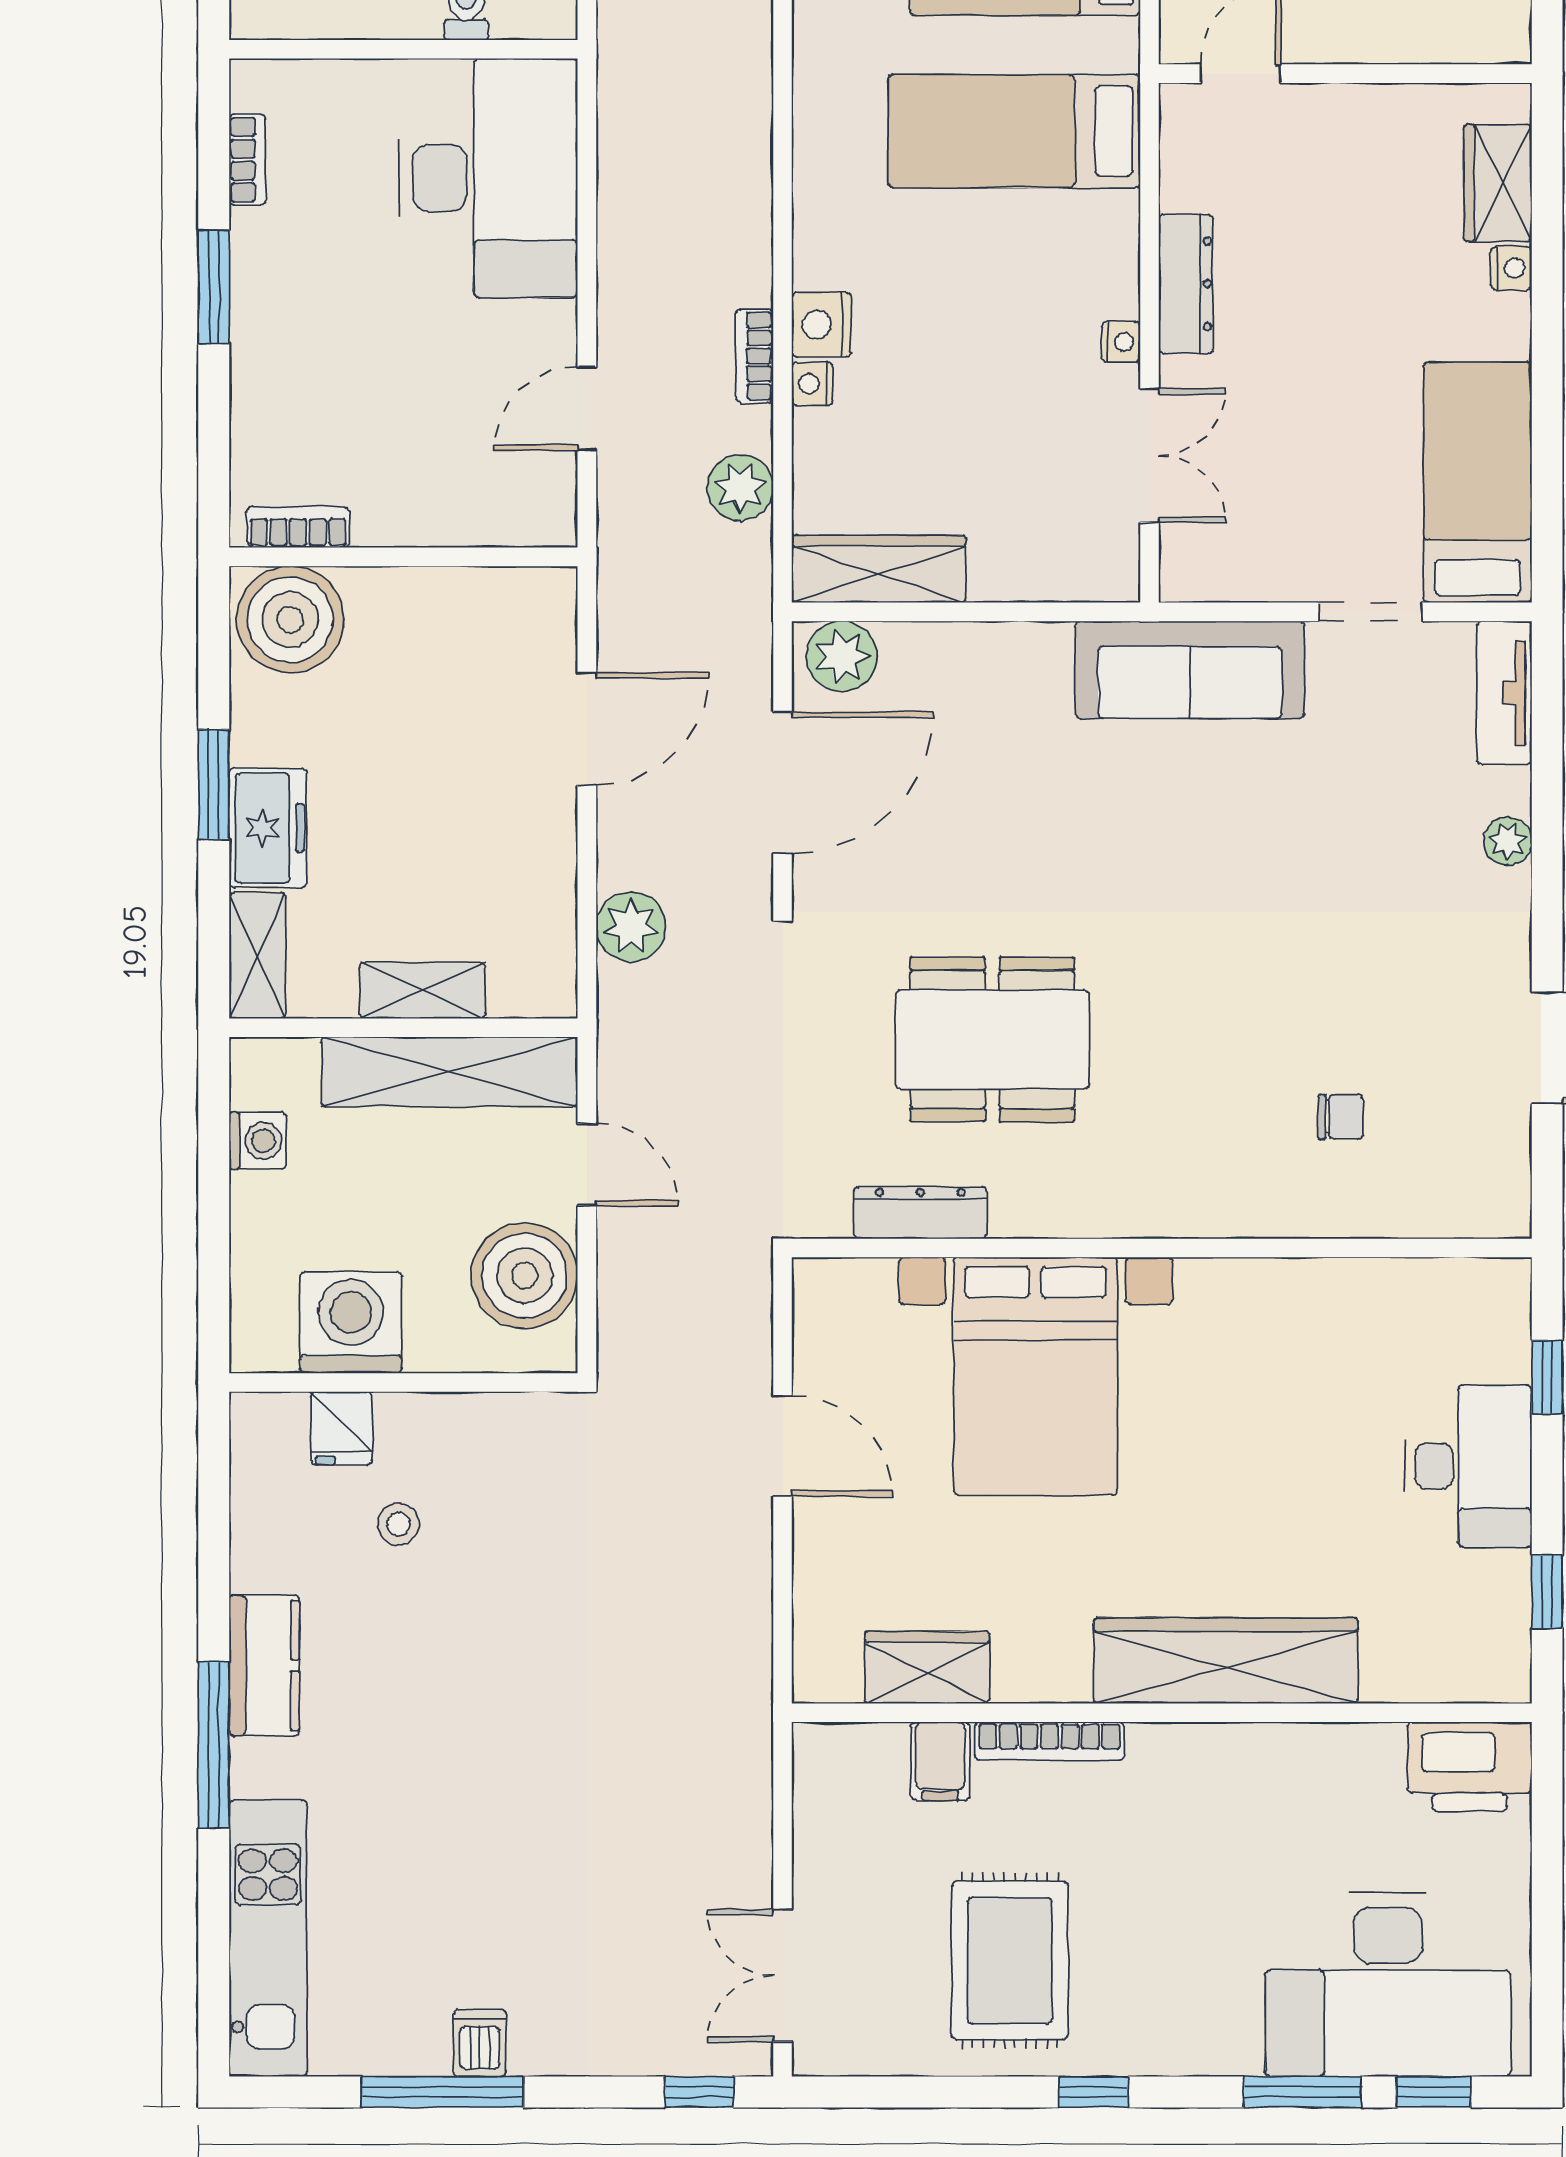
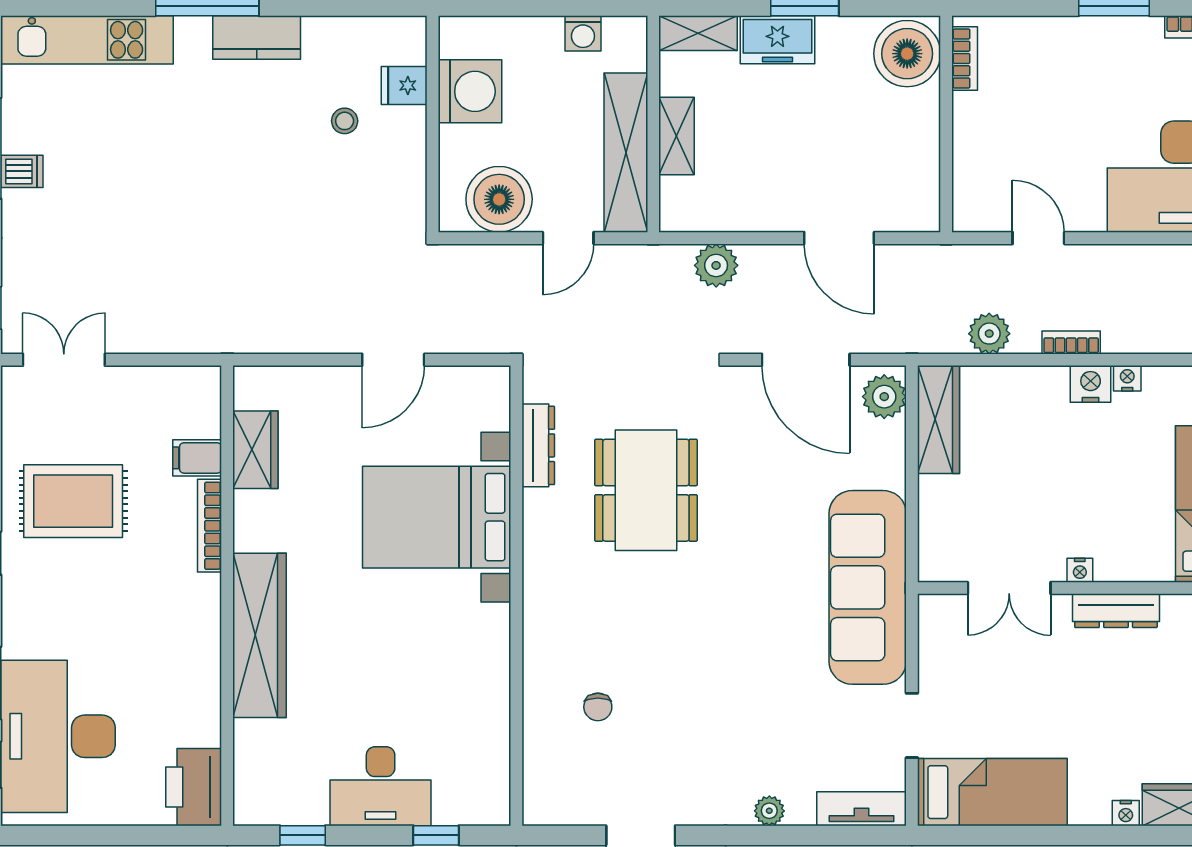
nightstand: (812, 384) -> (1127, 378), moved
sofa: (1190, 670) -> (868, 587), width x1.36, depth x1.27

